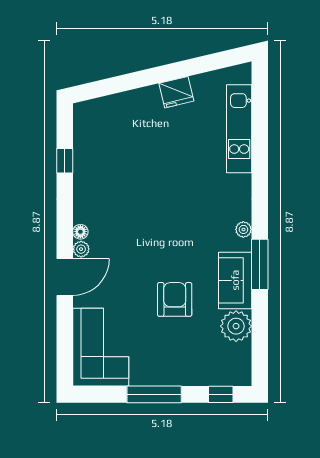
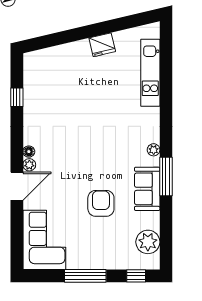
plant: (236, 326) -> (148, 242), moved

